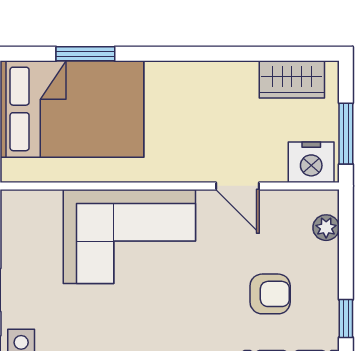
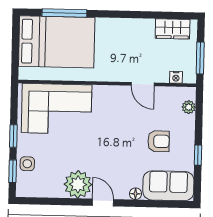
window: (85, 54) -> (64, 13), width x1.44
nightstand: (311, 162) -> (176, 77), width x0.53, depth x0.56
corner sofa: (129, 236) -> (57, 109), moved

